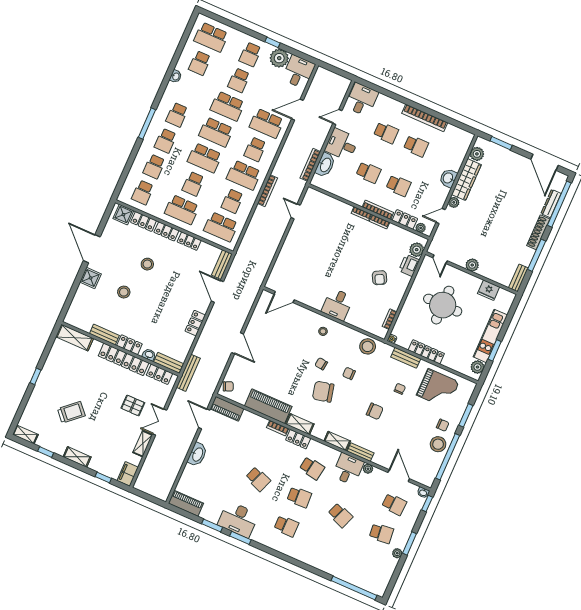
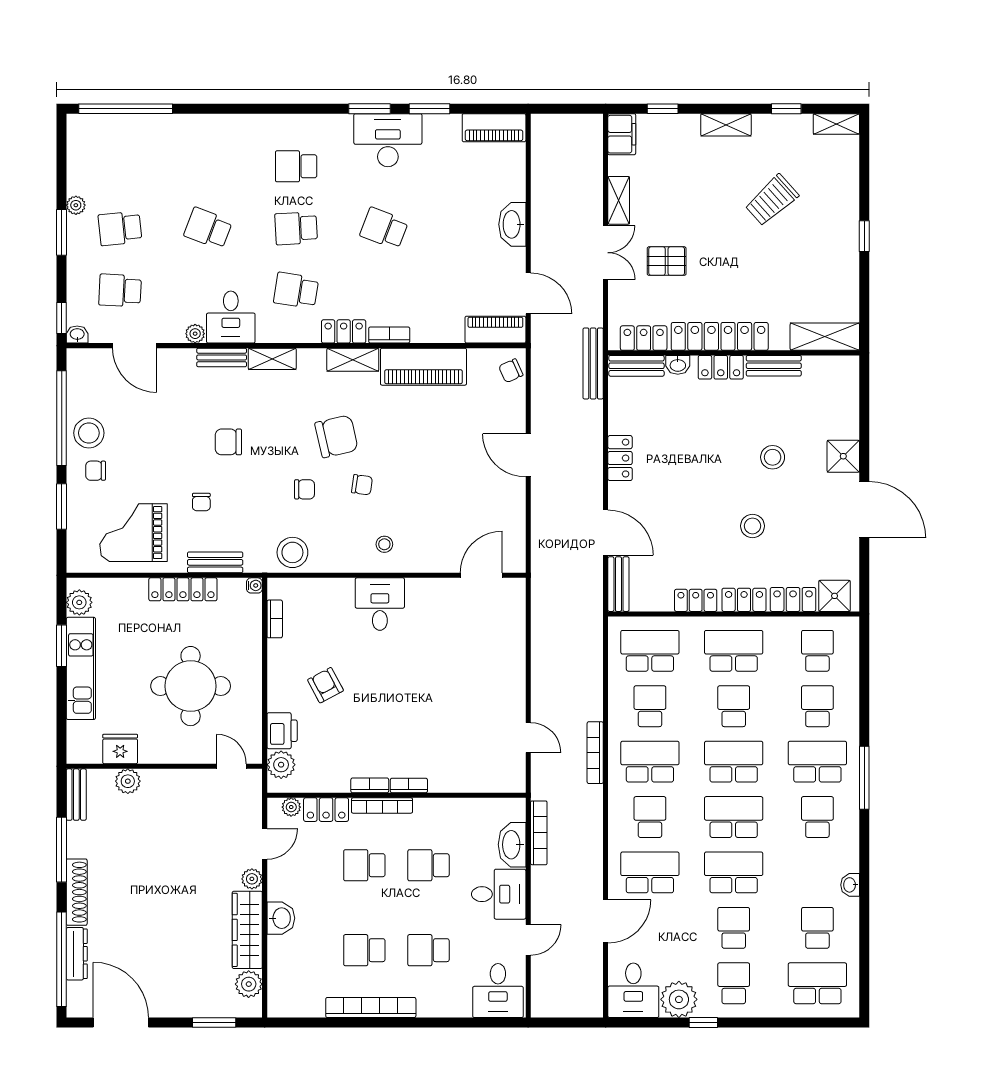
school desk: (166, 141) -> (817, 762), width x1.85
plant: (472, 265) -> (128, 781), moved

